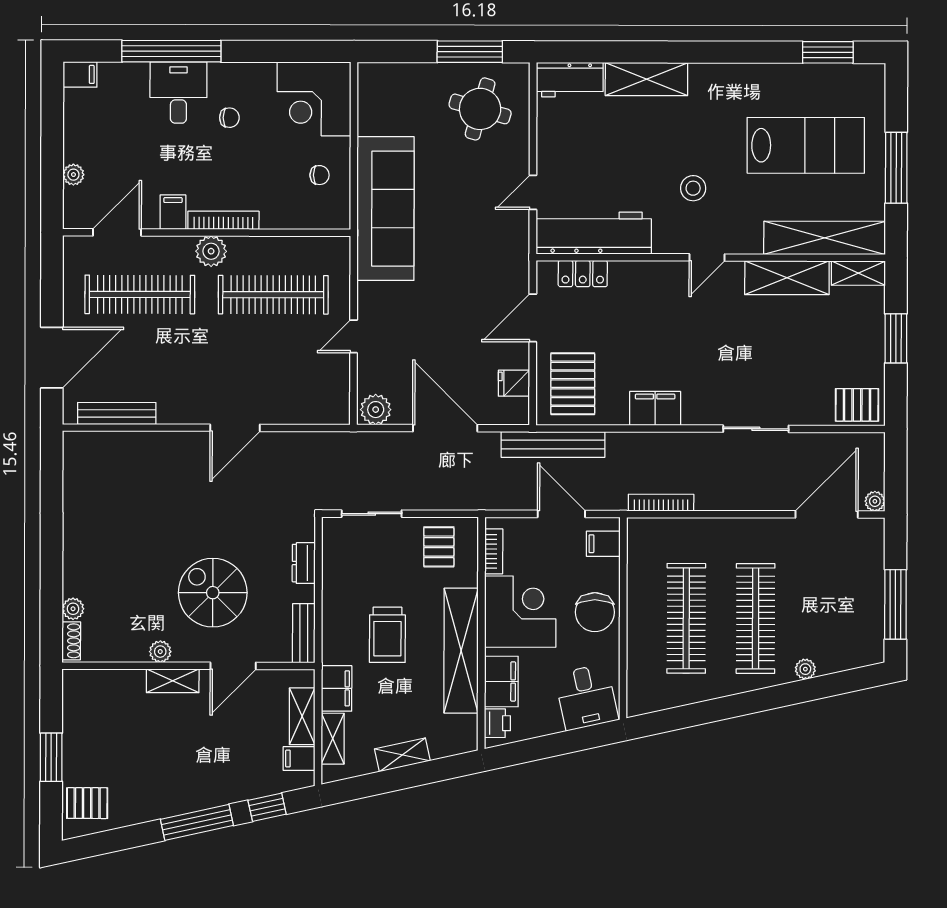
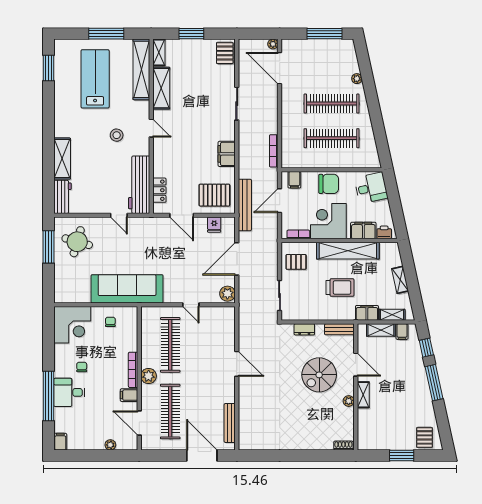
plant: (73, 609) -> (327, 445), removed

